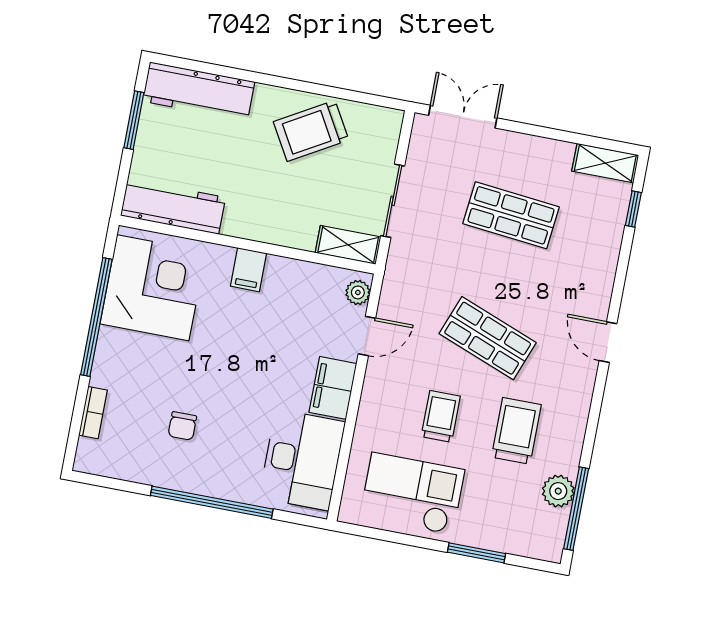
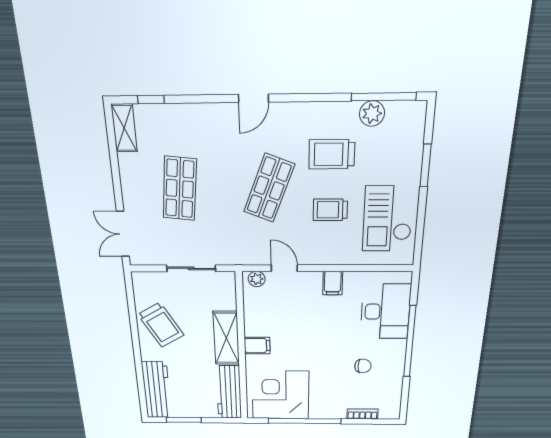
shelving: (348, 245) -> (226, 338), moved, width x1.50, depth x1.33
filing cabinet: (333, 388) -> (333, 283), width x0.50
desk: (302, 460) -> (385, 312), moved, turned 90

